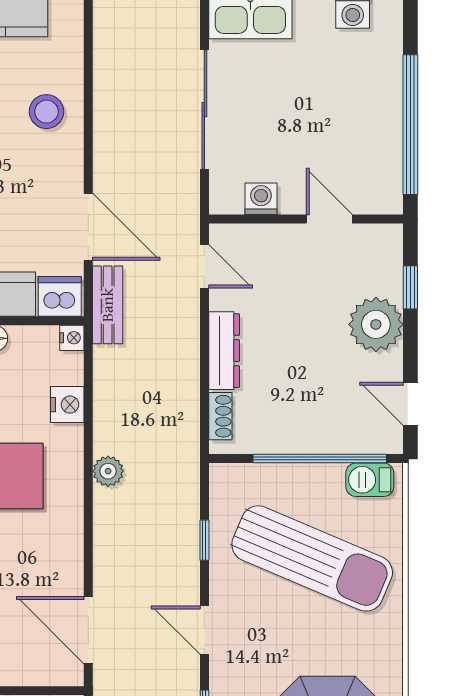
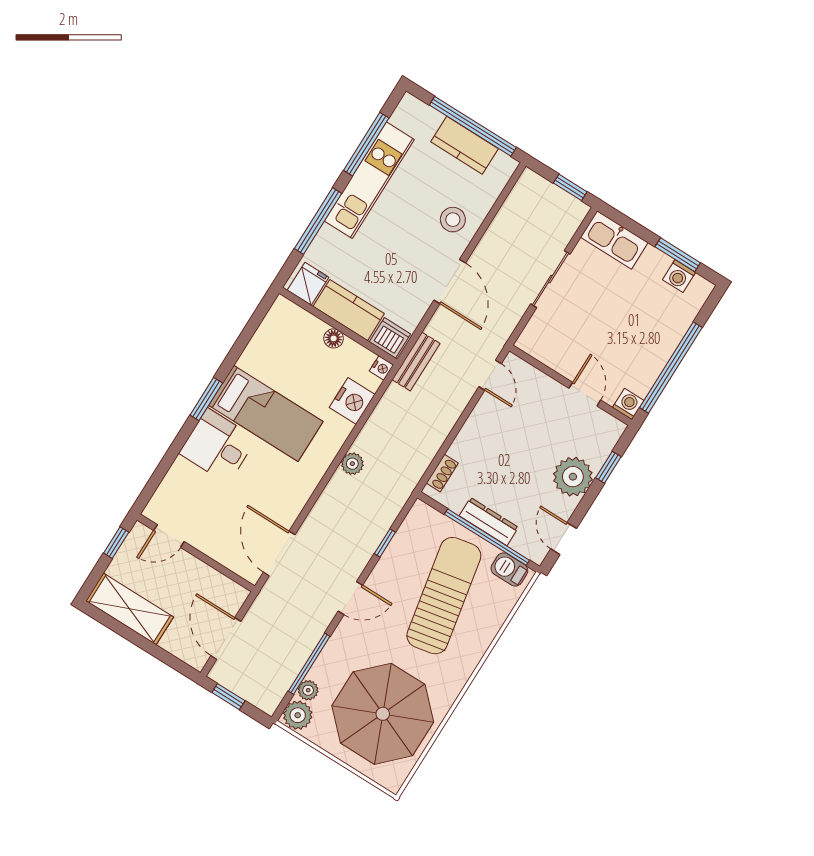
sliding door: (204, 110) -> (550, 279), width x0.73
washing machine: (261, 199) -> (628, 404), moved
door: (88, 227) -> (450, 281), moved
dresser: (224, 351) -> (489, 522), moved, turned -90
nightstand: (67, 405) -> (352, 401), width x1.36, depth x1.33
sun lounger: (312, 558) -> (444, 596), turned -124
door: (204, 630) -> (350, 598), swing flipped

